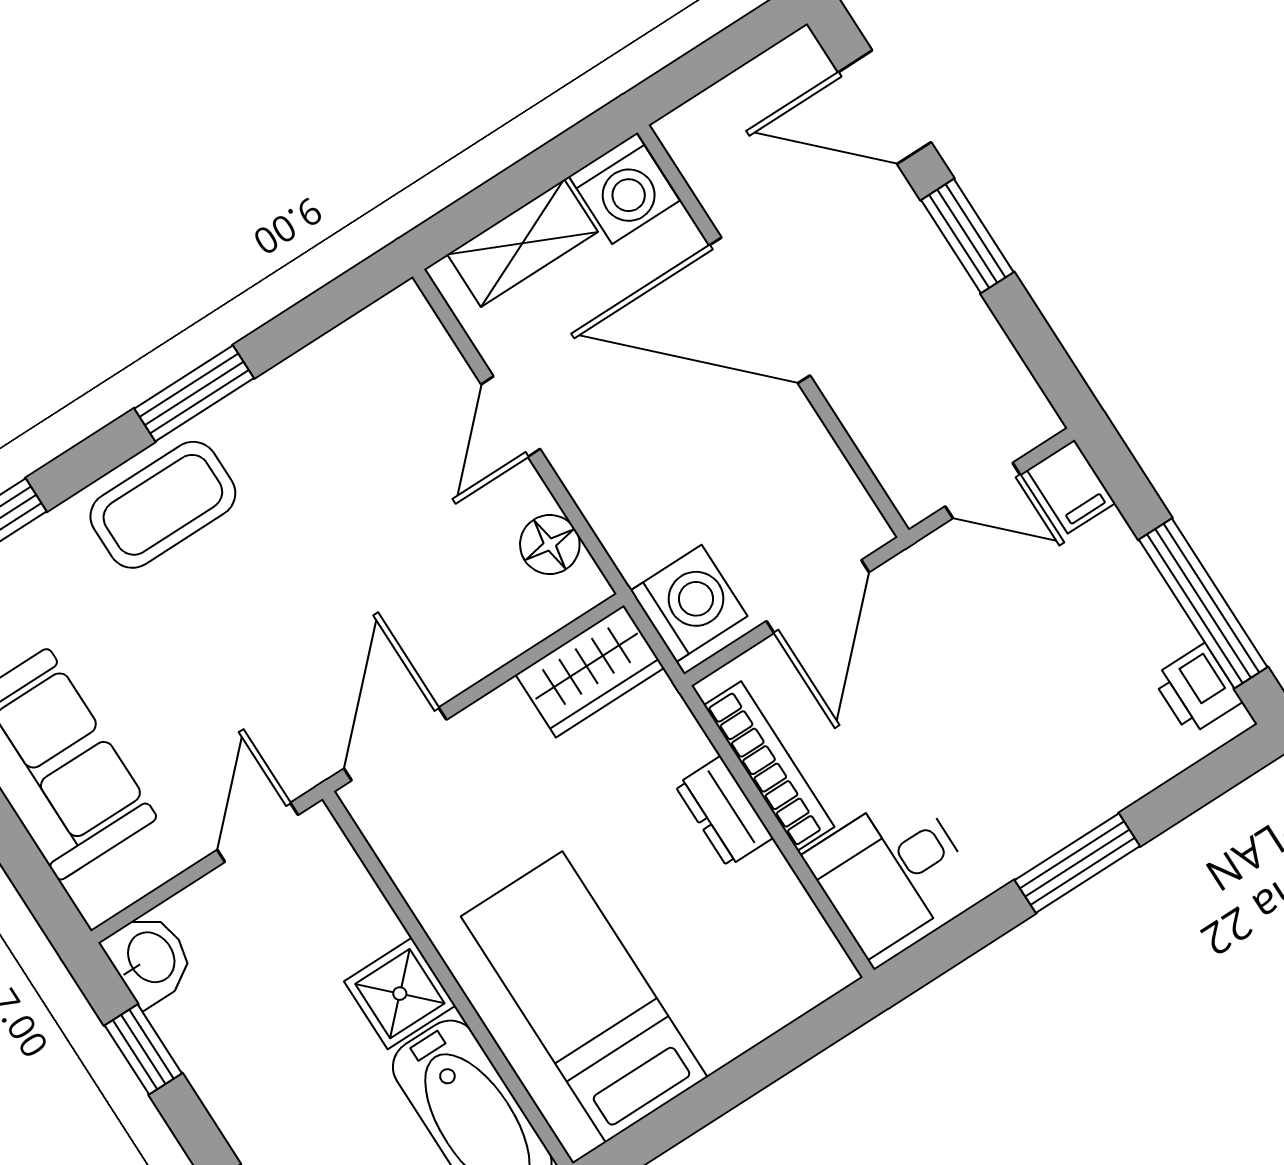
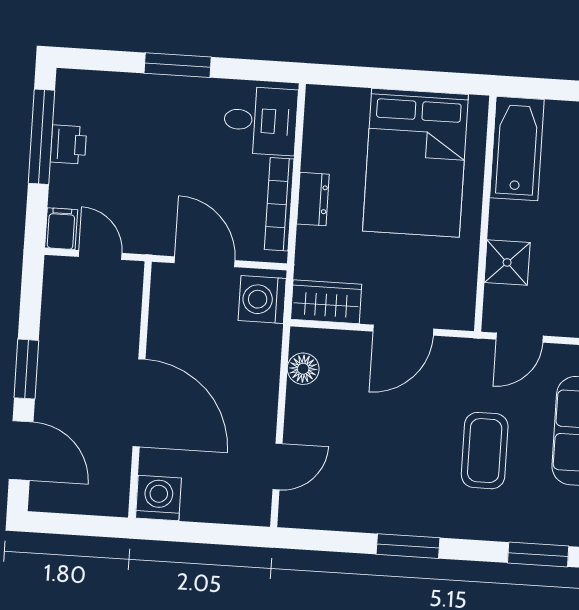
shelving: (523, 243) -> (220, 507), removed
door: (511, 417) -> (278, 467), moved
coffee table: (163, 505) -> (485, 451), moved, turned 90
door: (818, 597) -> (205, 262), hinge flipped
printer: (1197, 689) -> (68, 144), moved
door: (395, 744) -> (403, 330), moved
shower: (400, 994) -> (507, 262), moved
bed: (584, 997) -> (415, 163), width x1.50

